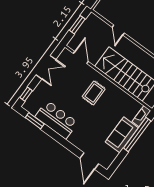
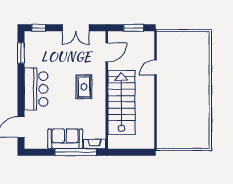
rug: (94, 93) -> (84, 87), turned 90
bar counter: (56, 120) -> (36, 89), moved

